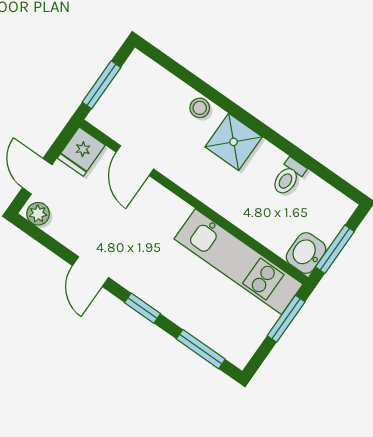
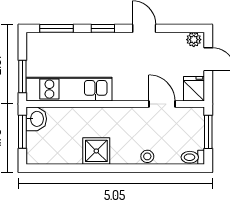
shower: (234, 142) -> (96, 151), moved
toilet: (288, 177) -> (193, 157), moved, turned -90

